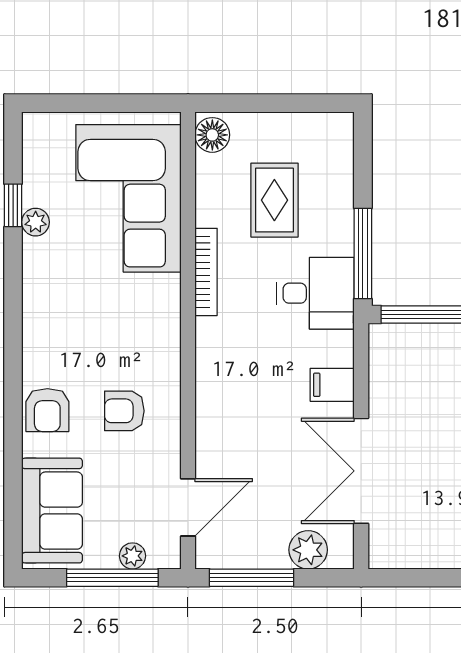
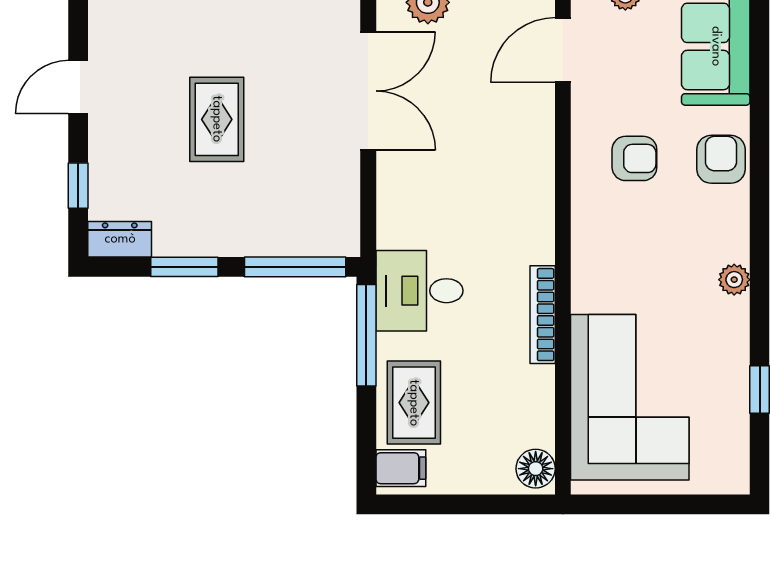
rug: (274, 200) -> (414, 403), moved
plant: (36, 222) -> (734, 280), moved
filing cabinet: (332, 385) -> (401, 468), moved

